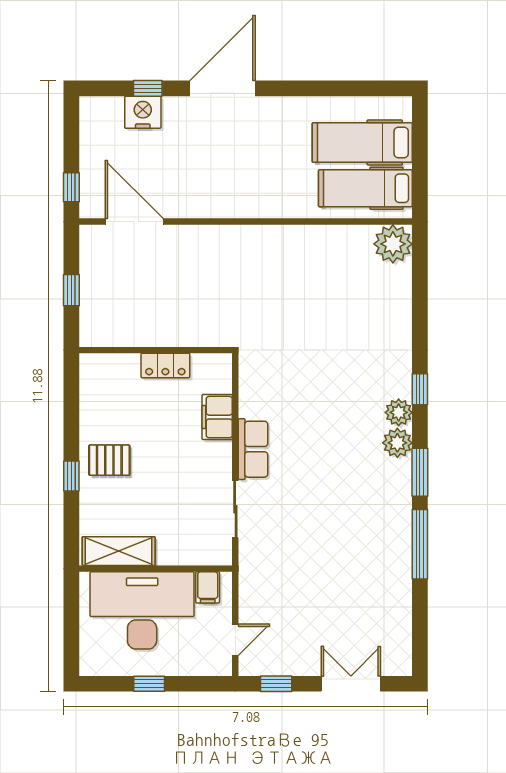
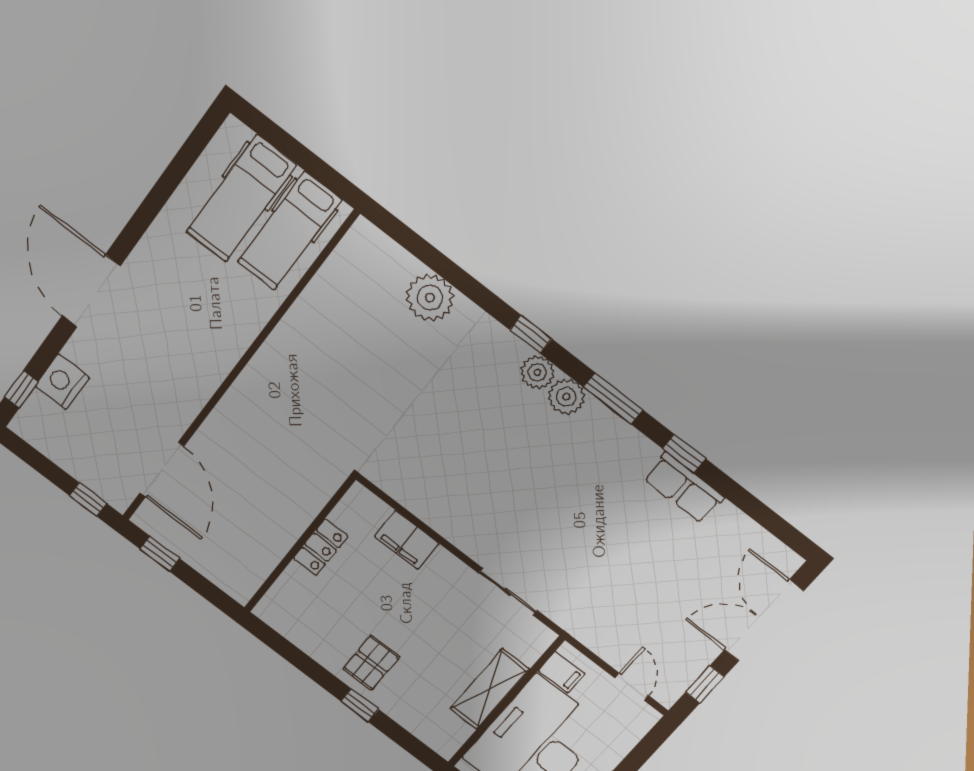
window: (148, 88) -> (21, 389), moved
door: (134, 222) -> (162, 470), swing flipped
plant: (393, 244) -> (430, 298), moved
window: (71, 290) -> (160, 554), moved
row of seats: (253, 449) -> (684, 488), moved, turned 180
window: (420, 544) -> (684, 454), width x0.46
shelving: (119, 551) -> (490, 689), moved
double door: (351, 684) -> (764, 620), width x1.37

